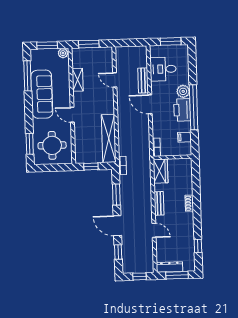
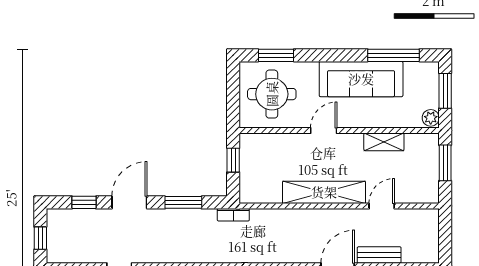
shelving: (109, 138) -> (324, 192), moved

